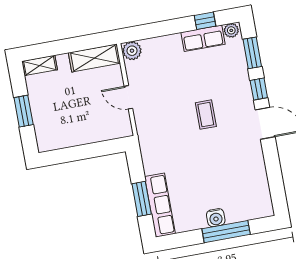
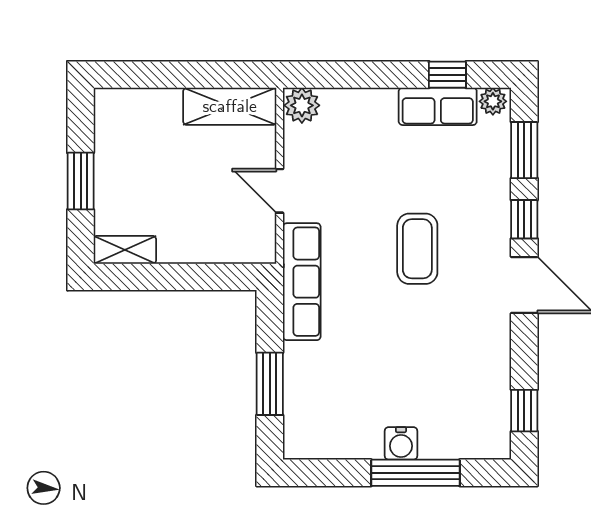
shelving: (40, 65) -> (125, 250), moved
coffee table: (206, 115) -> (417, 249), width x1.36, depth x1.30
window: (277, 189) -> (524, 411), added
row of seats: (160, 205) -> (302, 282), moved

